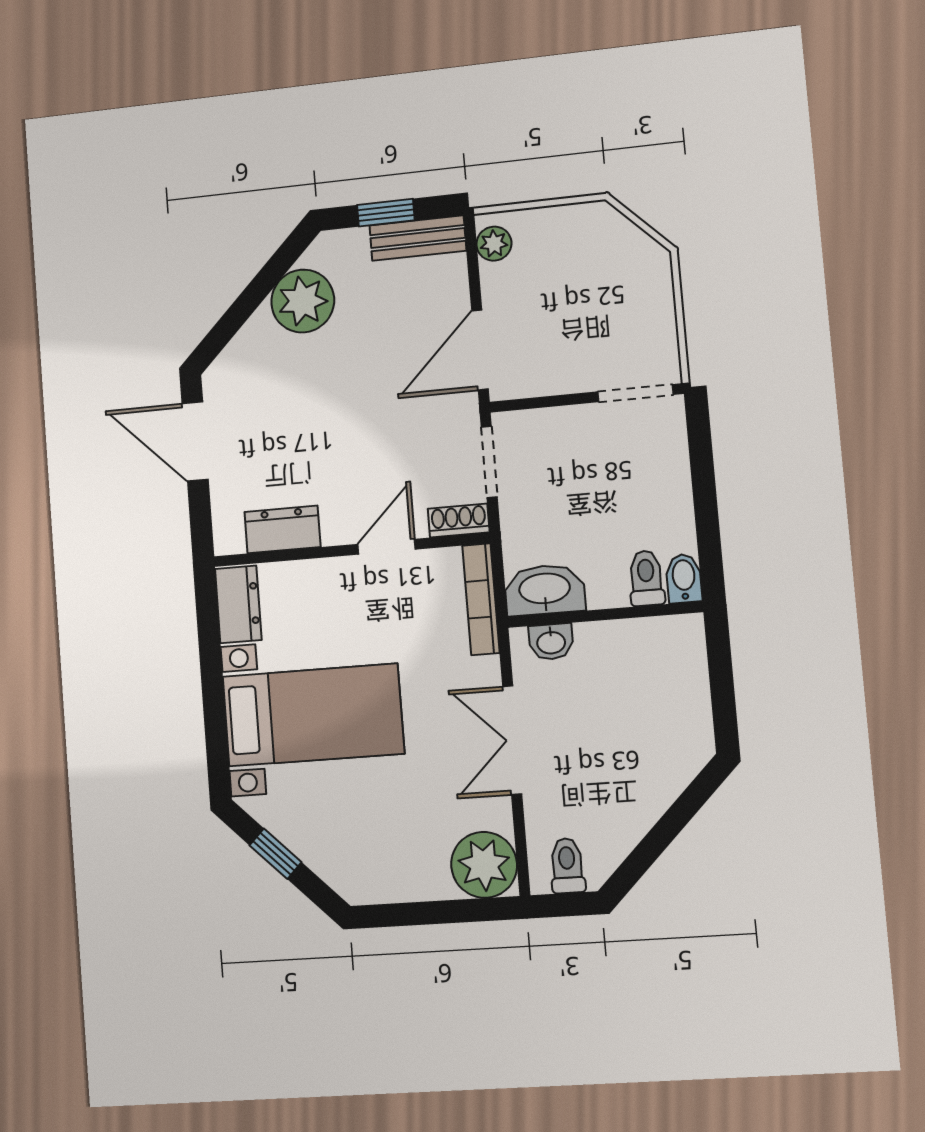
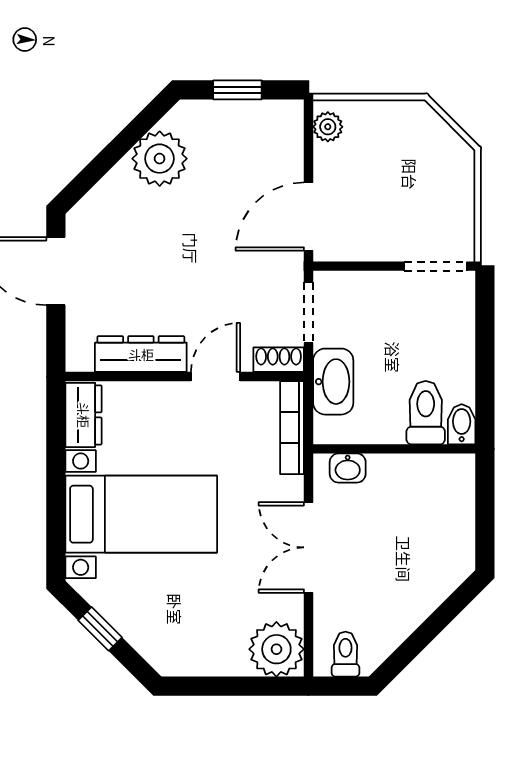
bench: (418, 238) -> (263, 115), removed
dresser: (282, 529) -> (141, 354), width x1.44
toilet: (646, 578) -> (426, 413), width x1.37, depth x1.39
washbasin: (545, 590) -> (333, 382), moved, turned 90

